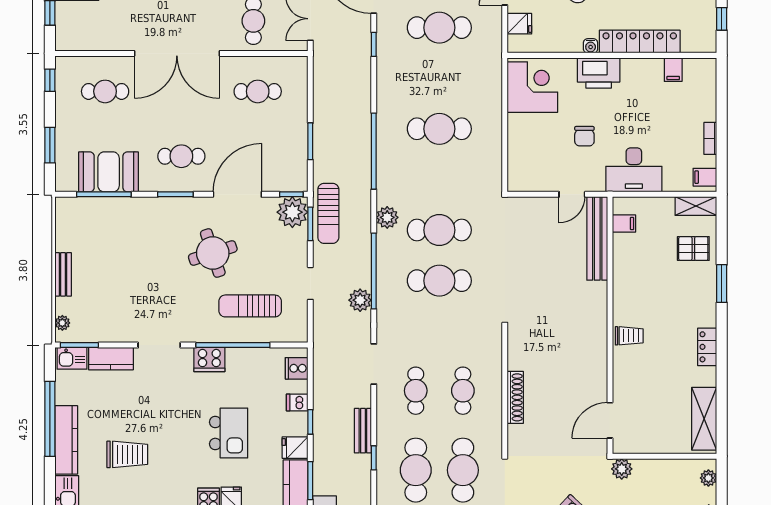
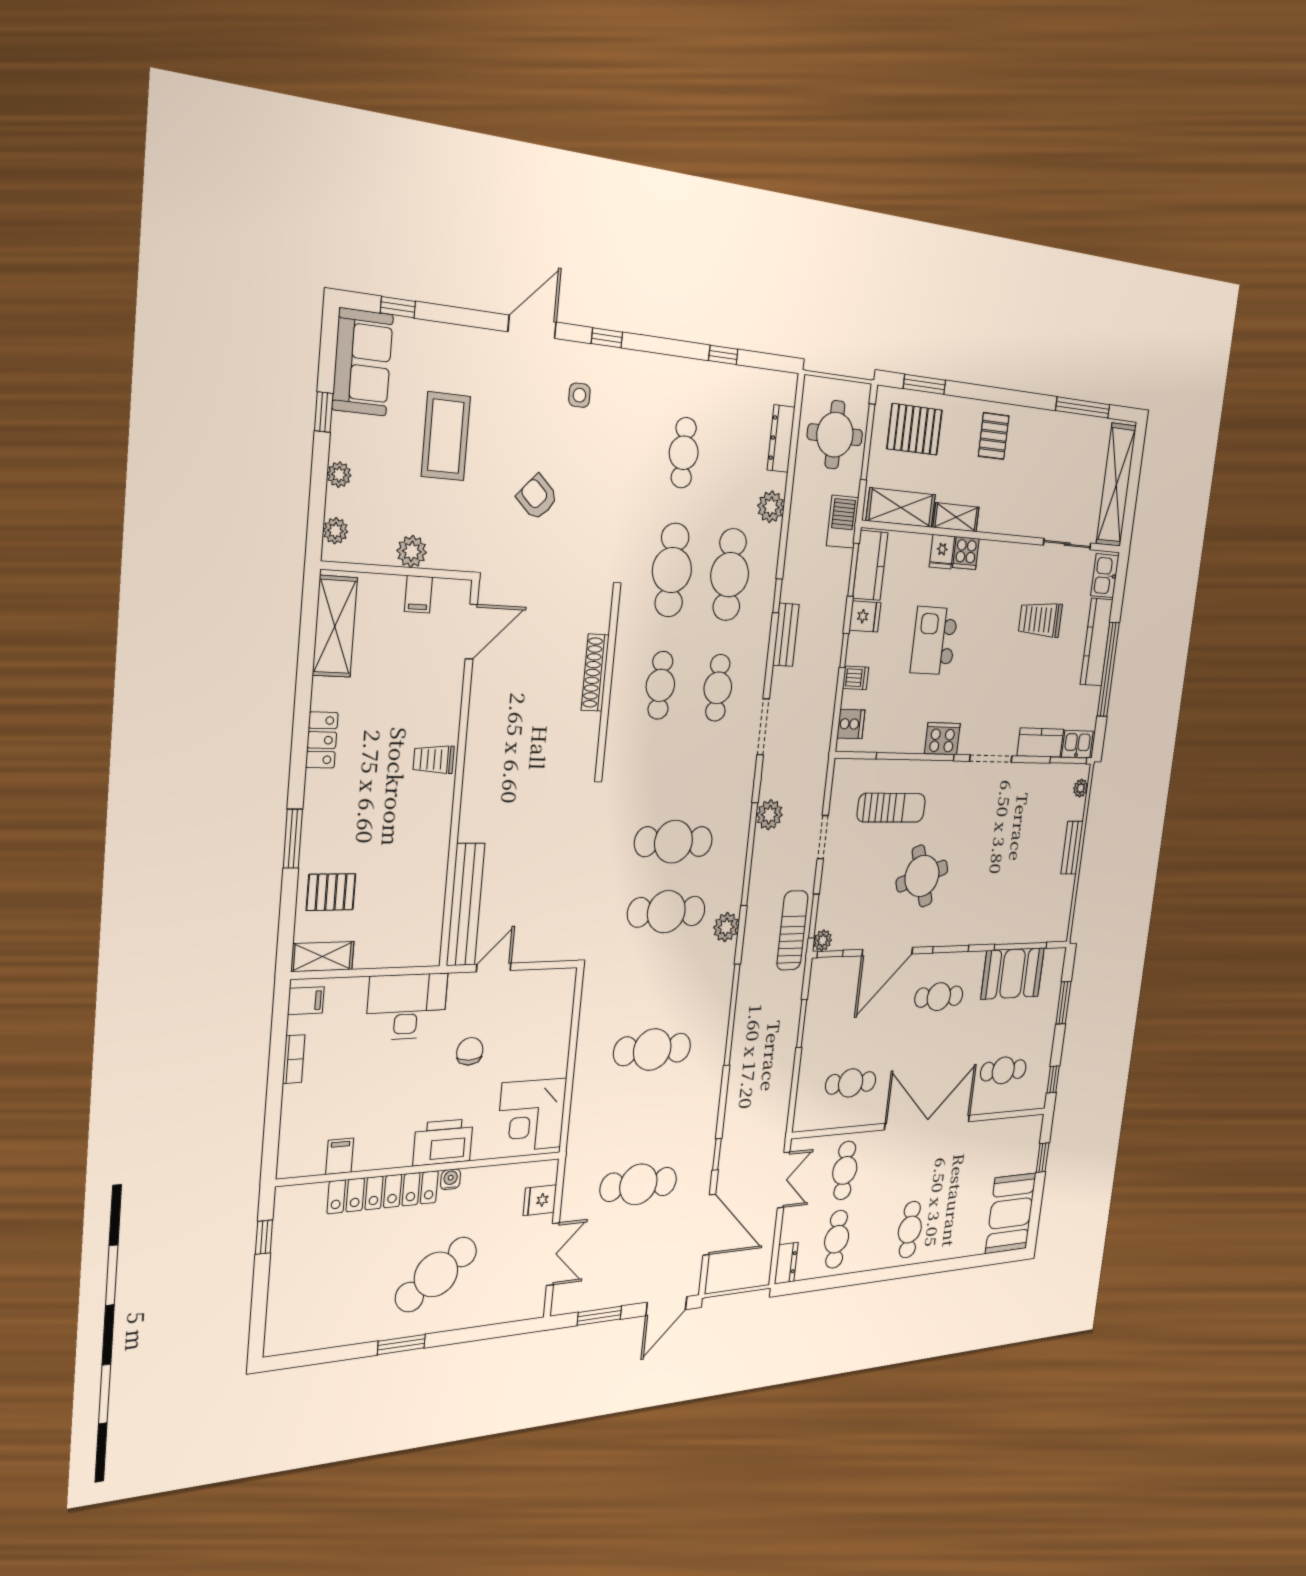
plant: (292, 212) -> (823, 940), width x0.53, depth x0.53
filing cabinet: (624, 224) -> (418, 594), moved, turned -90
plant: (622, 469) -> (412, 551), moved

